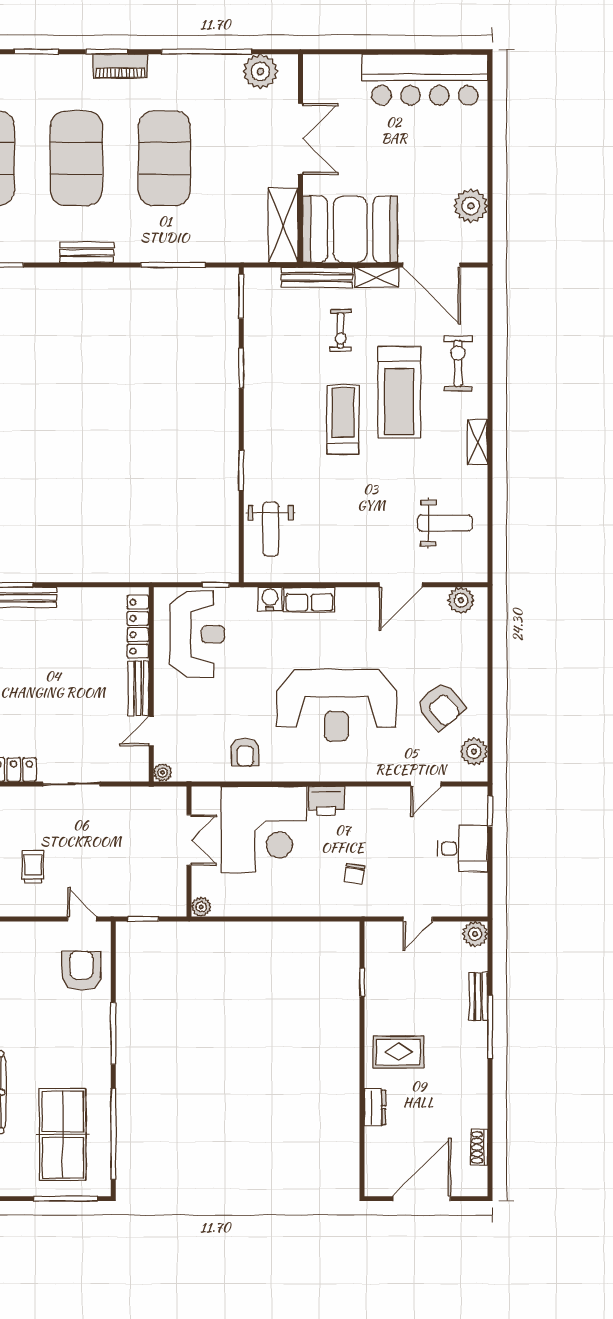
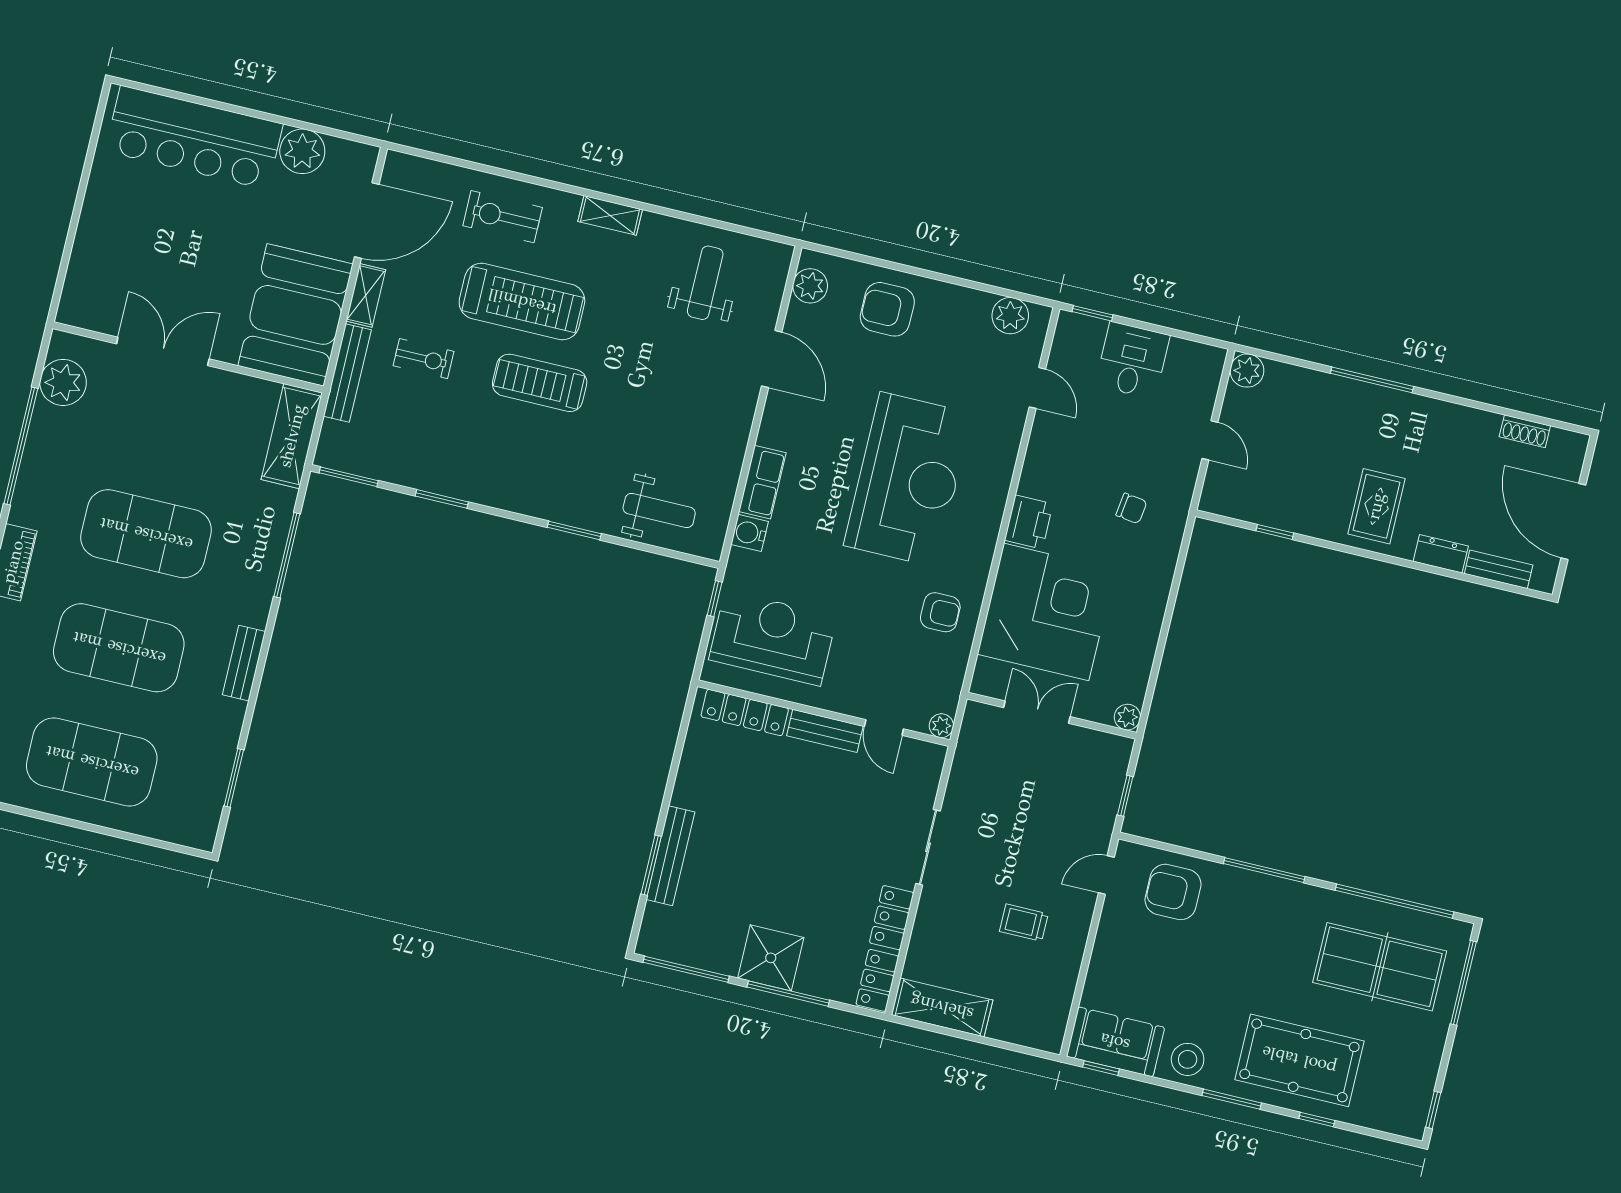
bar counter: (425, 80) -> (194, 137), moved, turned 90
shelving: (283, 225) -> (292, 436), moved, turned 90
armchair: (441, 706) -> (887, 309), moved, turned -140
bench: (478, 996) -> (1499, 569), moved

